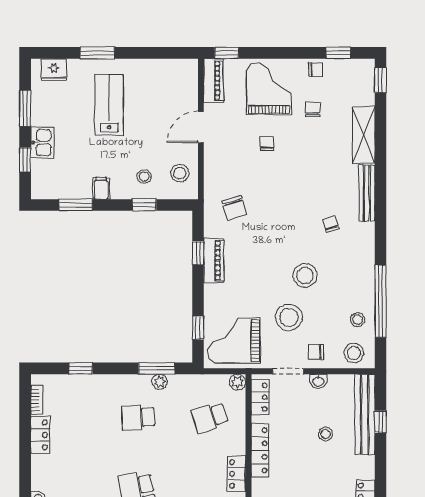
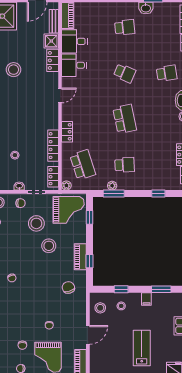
lab bench: (109, 105) -> (142, 348), turned 180
stool: (305, 275) -> (49, 246), moved
school desk: (210, 417) -> (83, 165), width x1.85

